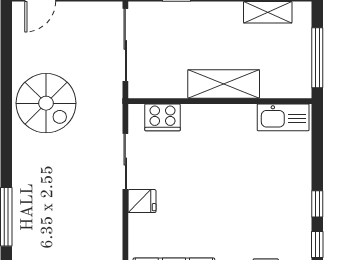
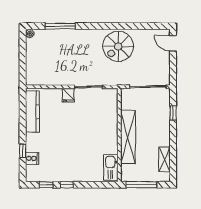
shelving: (224, 84) -> (128, 137), width x1.47
cooker: (163, 117) -> (111, 106), removed

